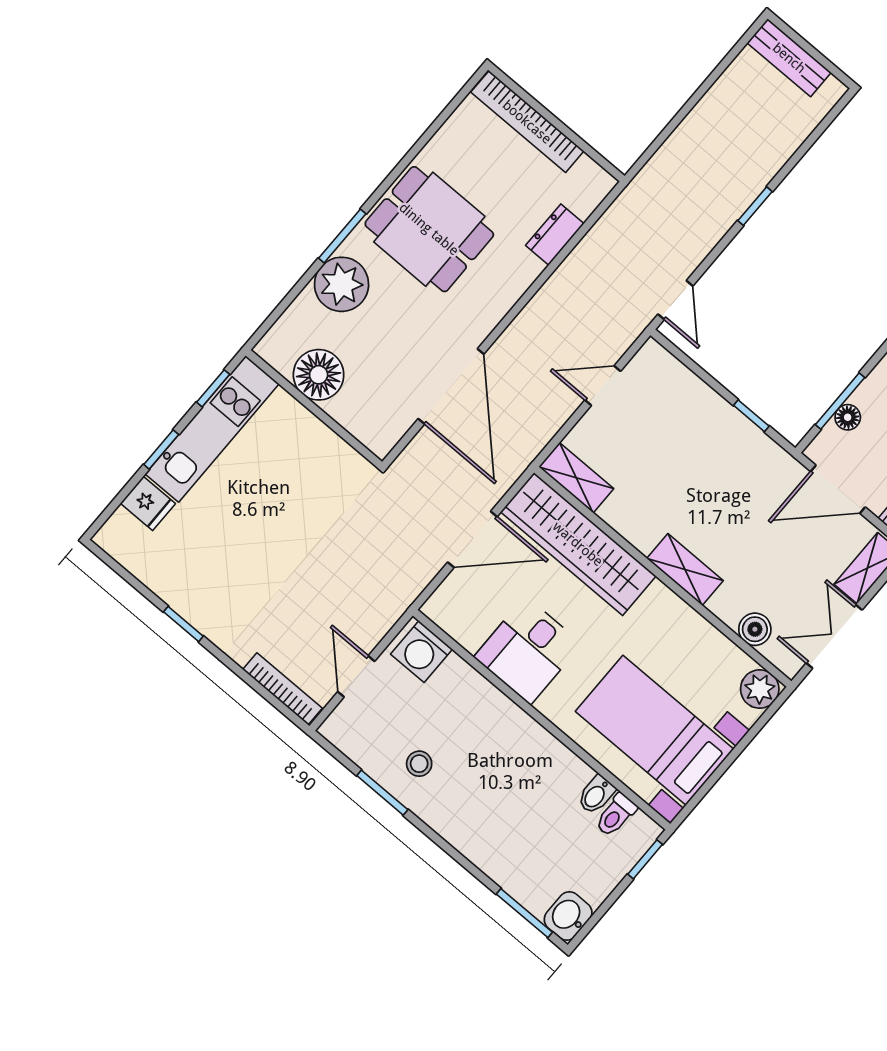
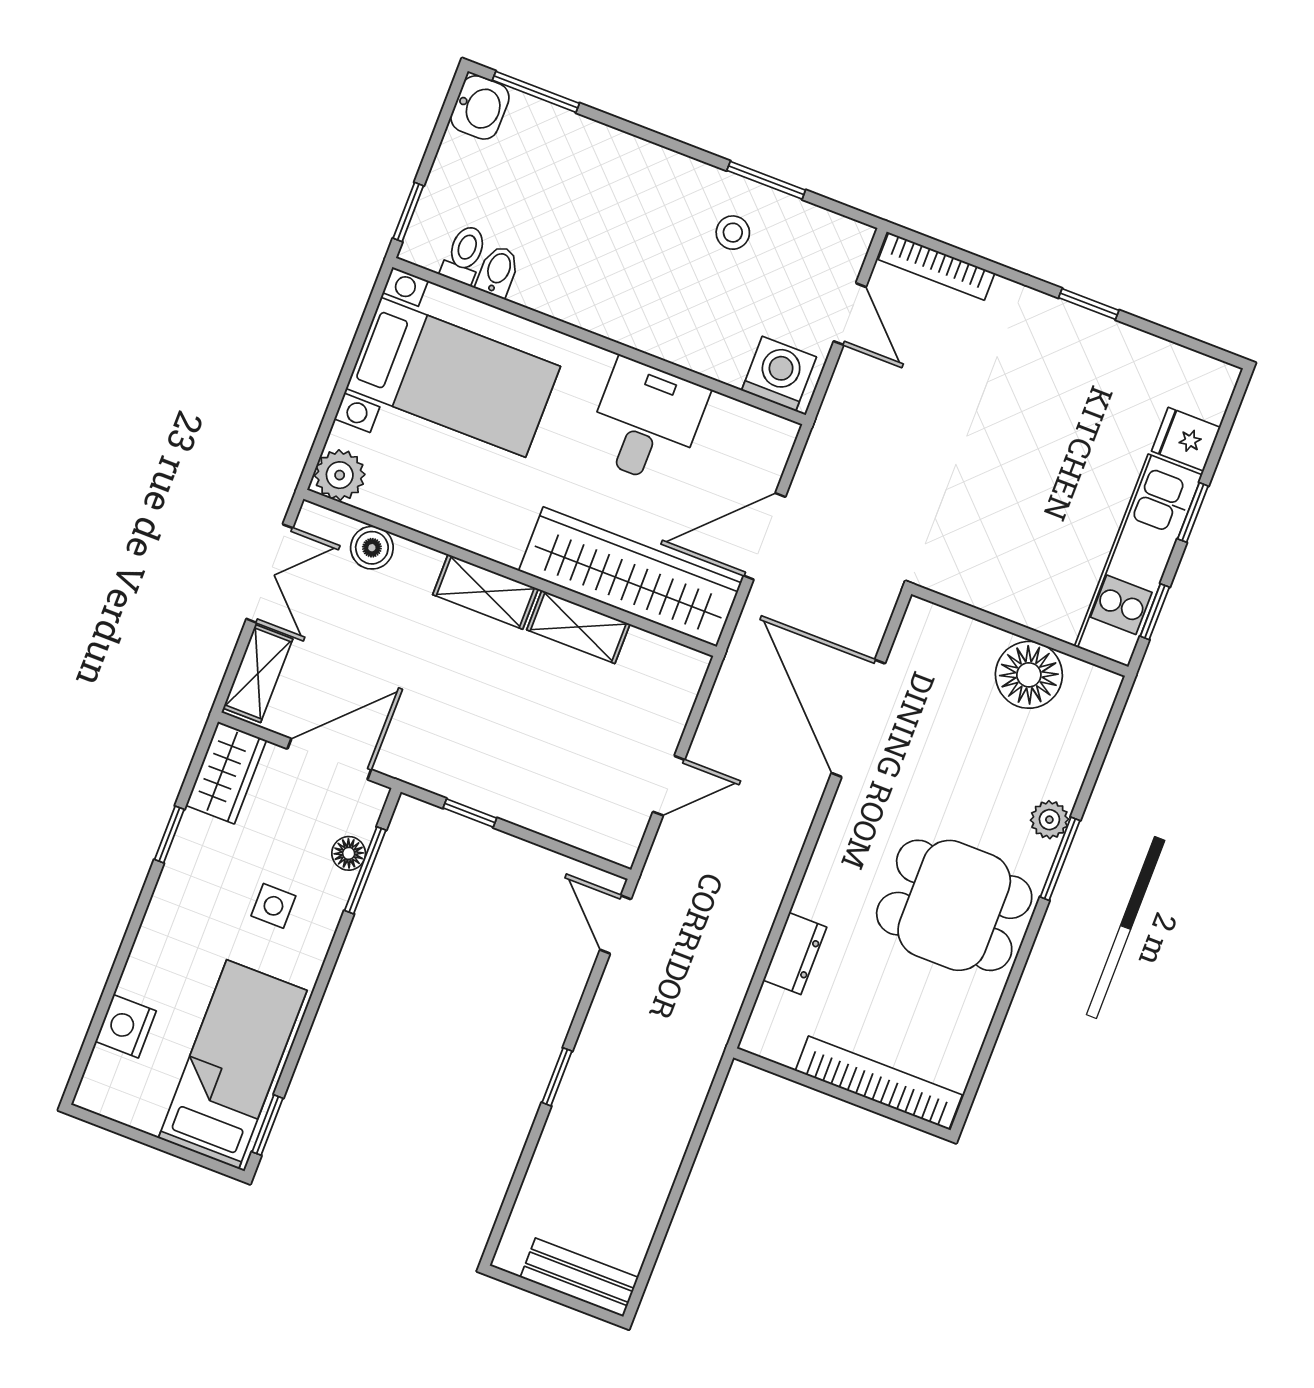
plant: (342, 284) -> (1049, 820), width x0.53, depth x0.53
shelving: (576, 478) -> (578, 627), moved

